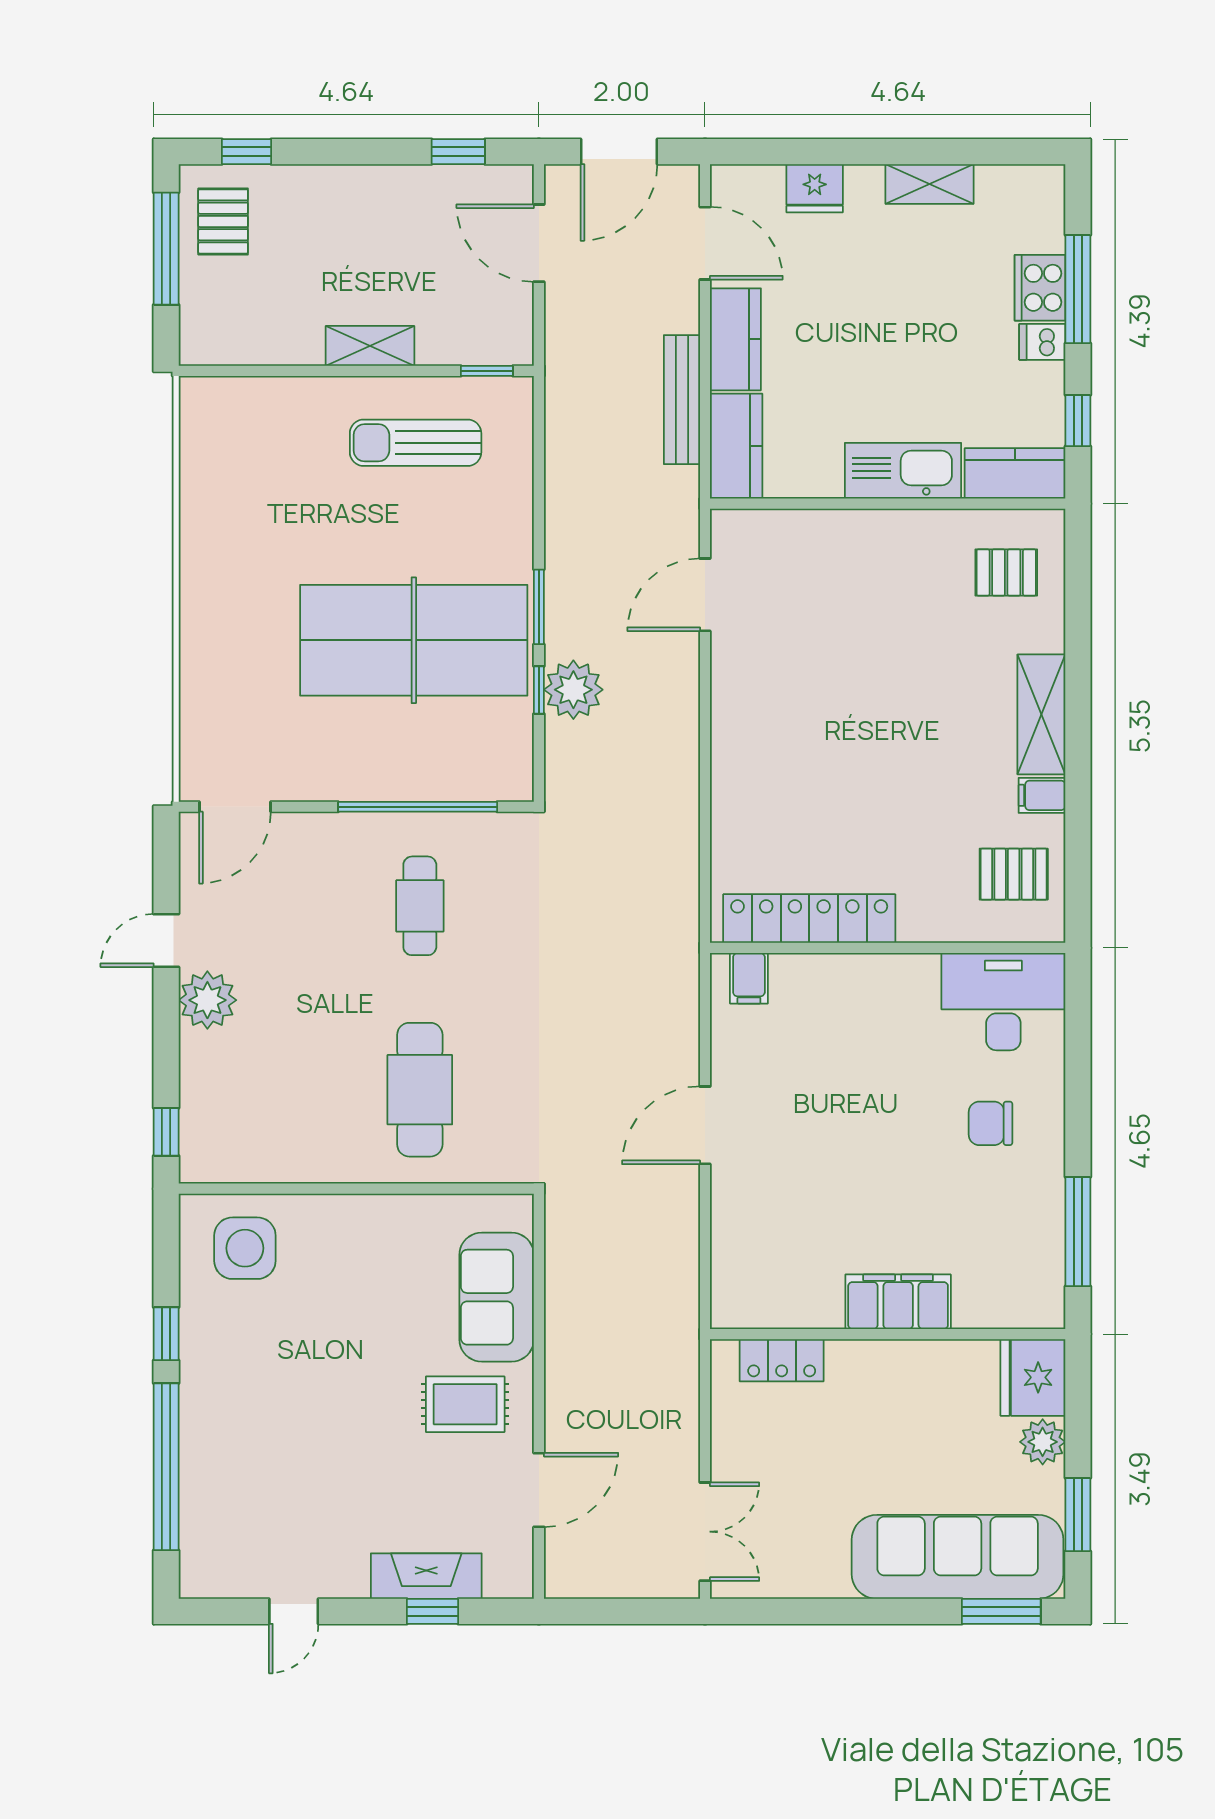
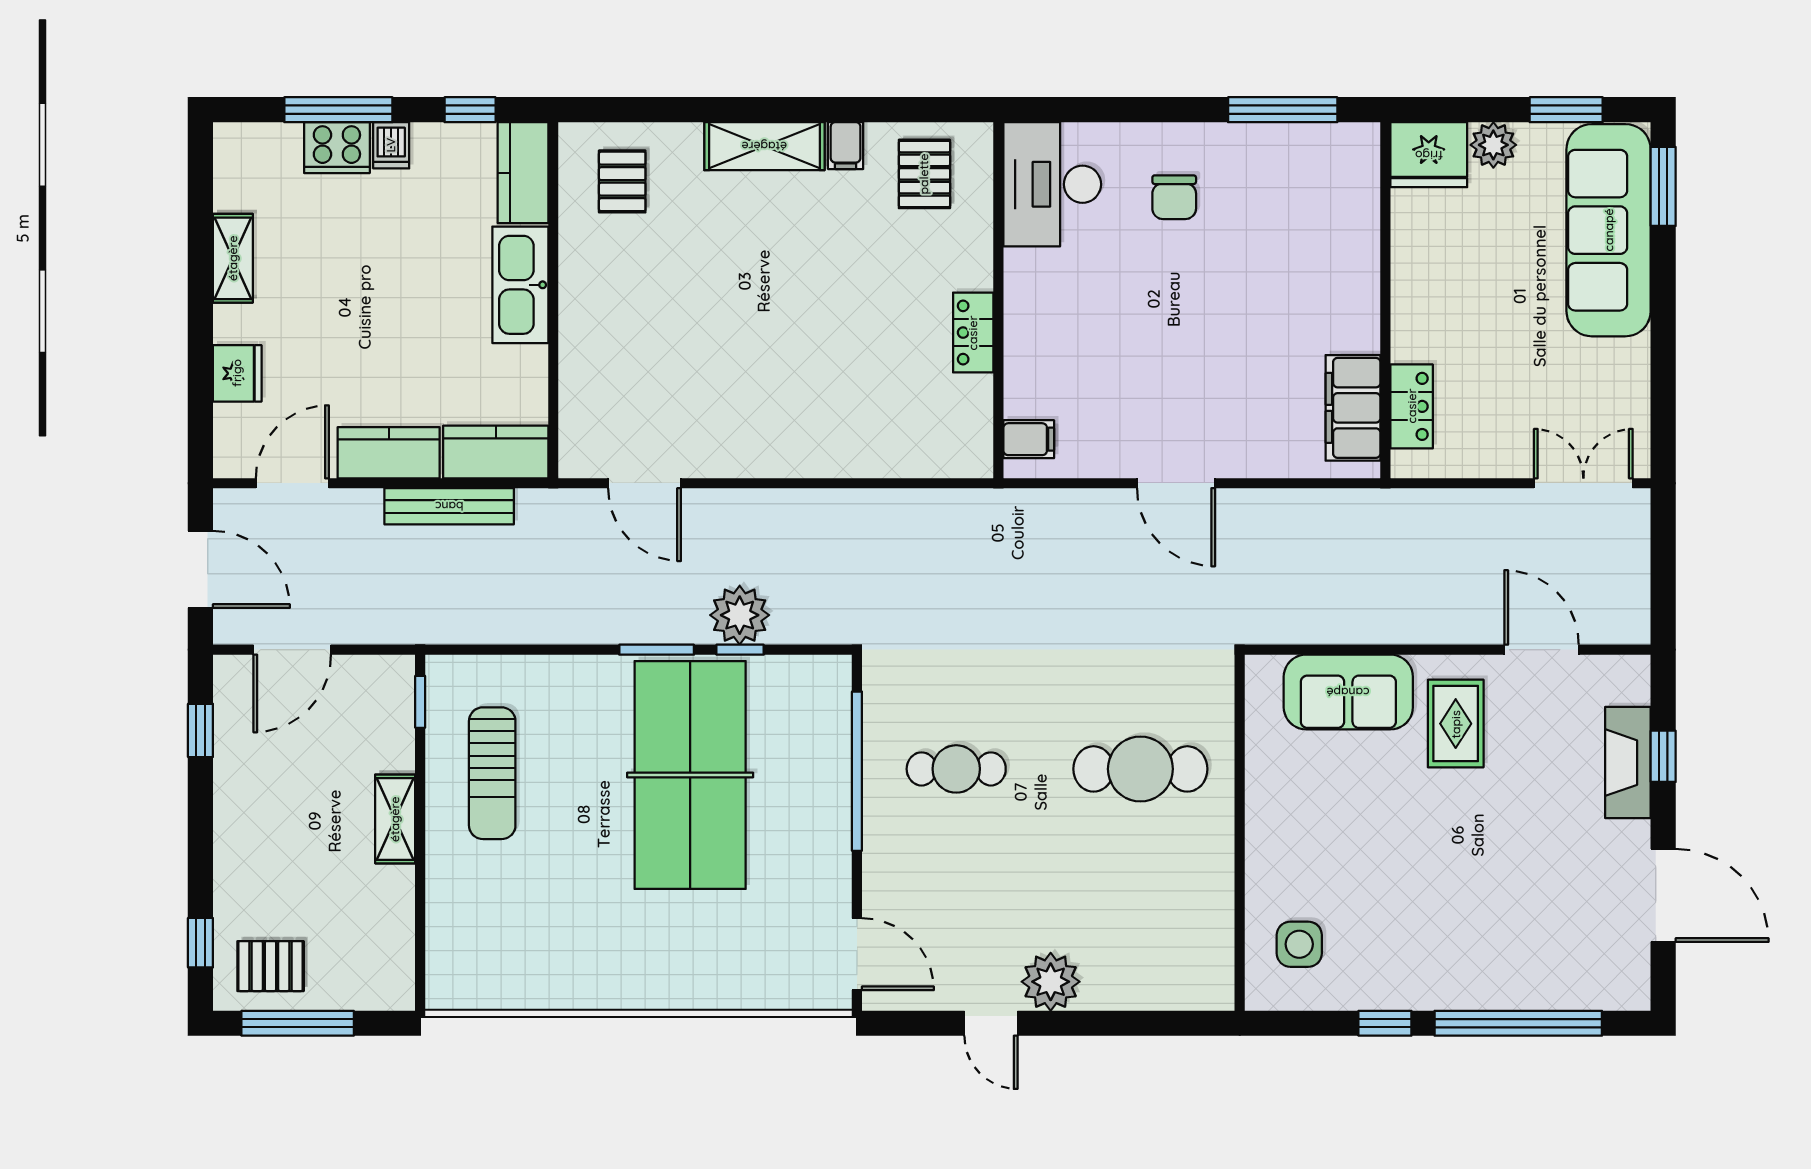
locker: (809, 919) -> (973, 333), width x0.46, depth x0.83
window: (166, 1132) -> (1183, 1023), removed
side table: (245, 1248) -> (1299, 944), width x0.73, depth x0.73
filing cabinet: (898, 1302) -> (1353, 408), moved
door: (294, 1611) -> (1663, 895), width x1.88

